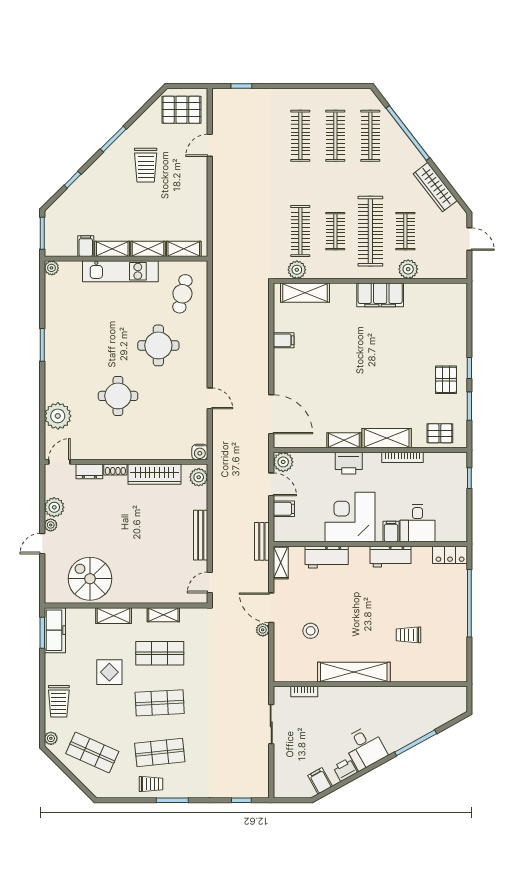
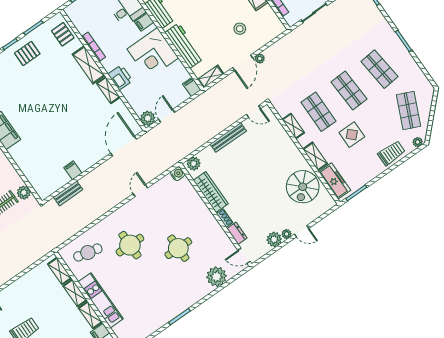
shelving: (305, 293) -> (34, 178), removed
filing cabinet: (284, 509) -> (192, 87), moved
bench: (262, 541) -> (68, 193), moved
workbench: (327, 557) -> (184, 46), width x1.38
freezer: (55, 630) -> (335, 181), moved, turned 90
trolley: (151, 784) -> (403, 61), removed

